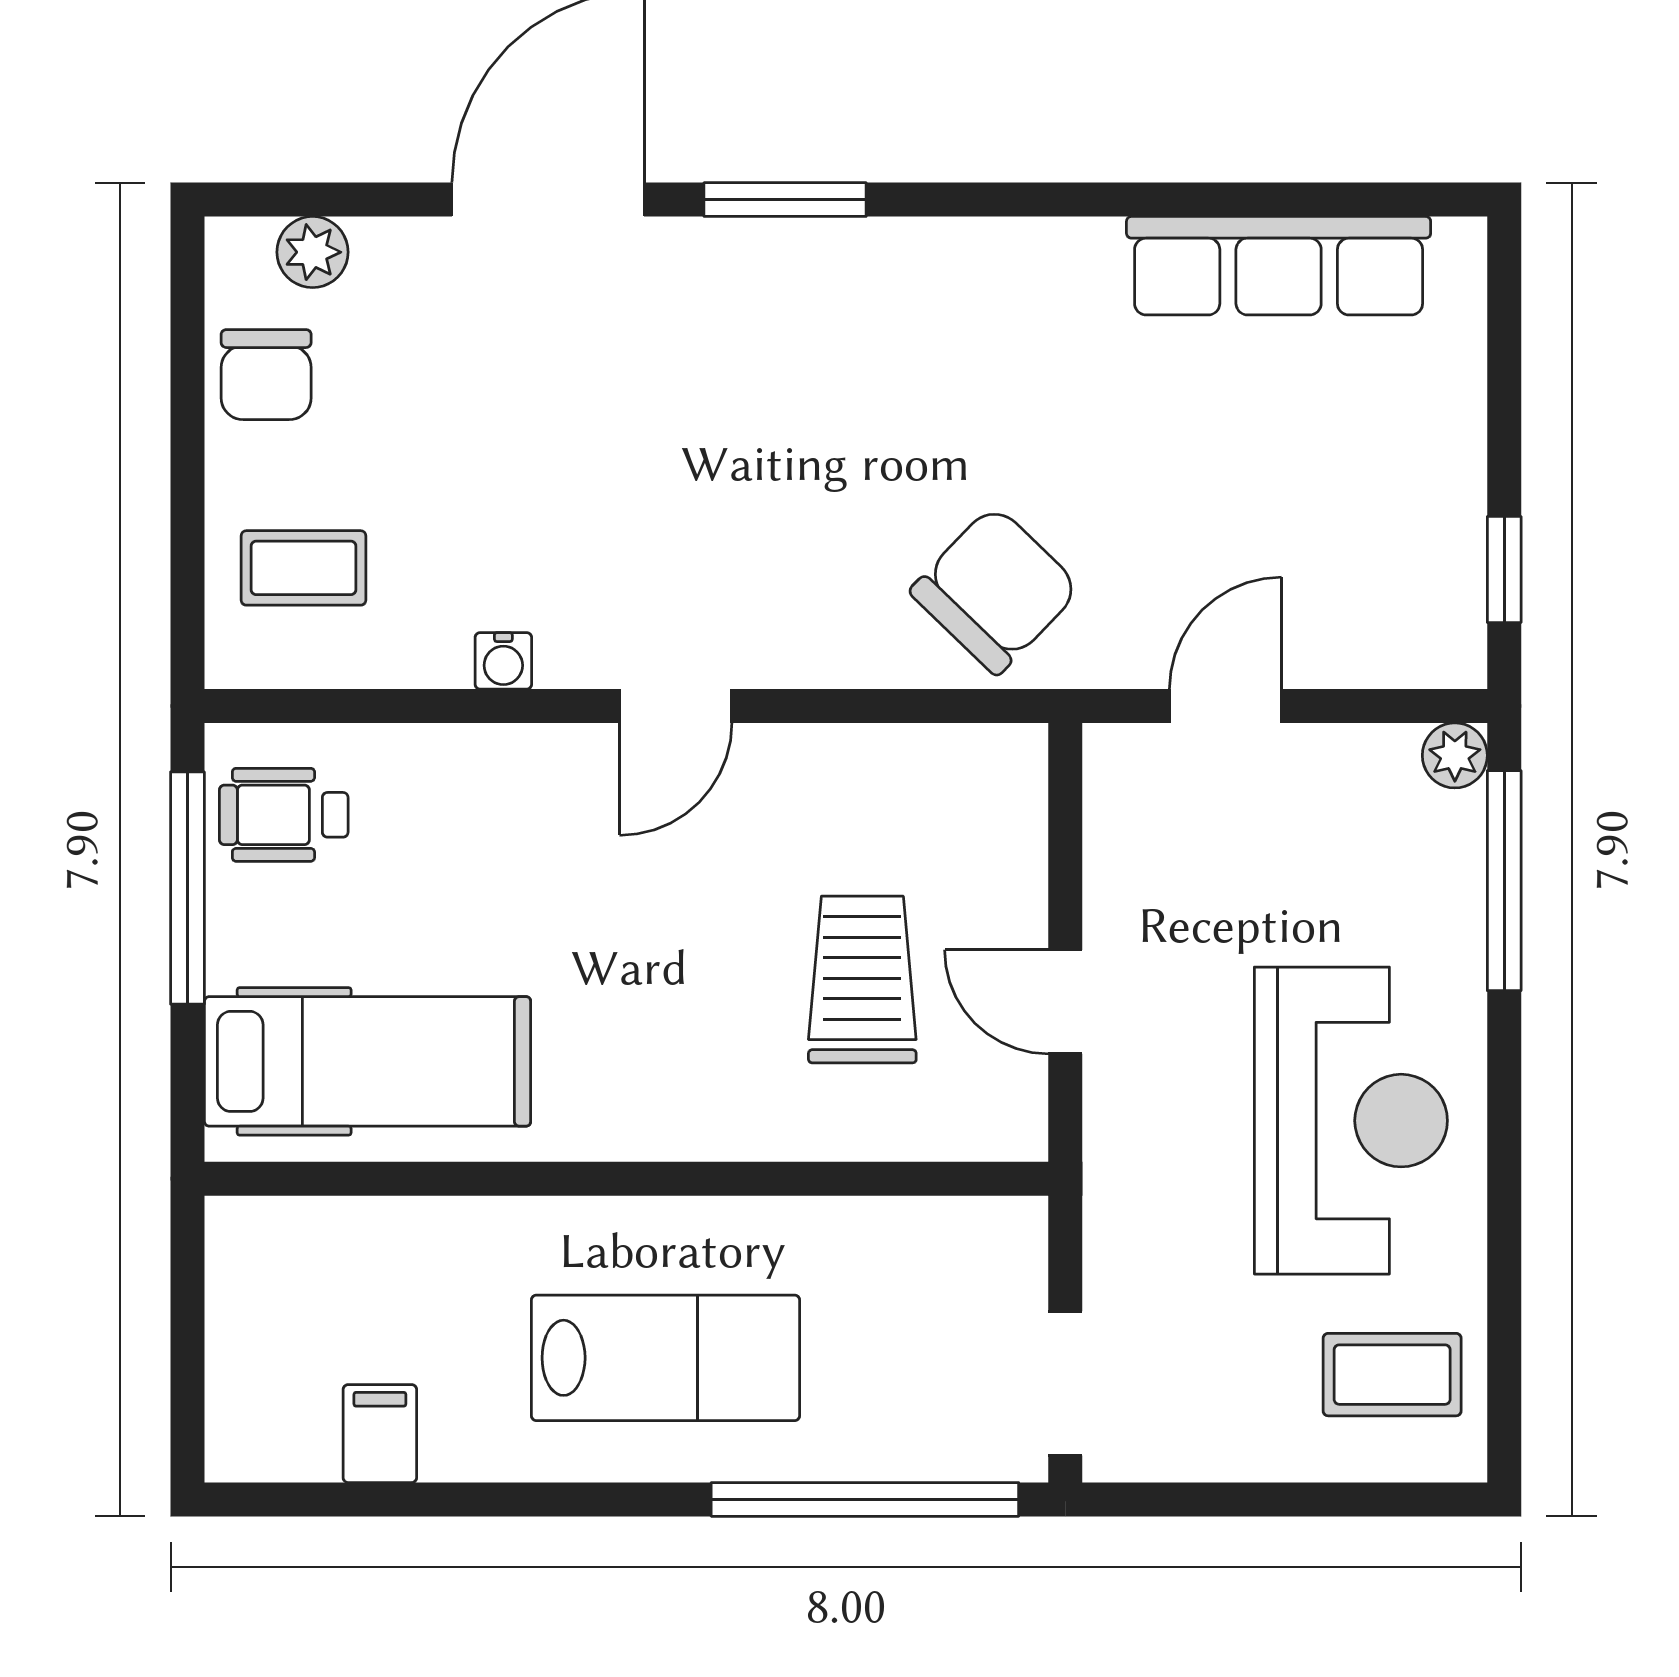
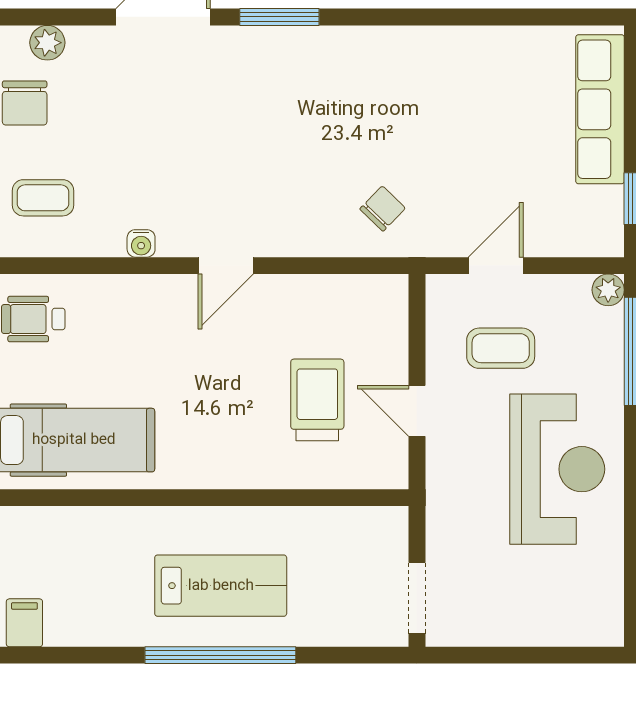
row of seats: (1279, 266) -> (600, 109), moved, turned 90
chair: (995, 590) -> (383, 209), width x0.54, depth x0.54
coffee table: (1392, 1375) -> (501, 348), moved
filing cabinet: (380, 1434) -> (24, 623), moved
window: (865, 1499) -> (220, 655), moved

